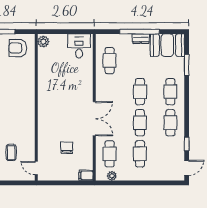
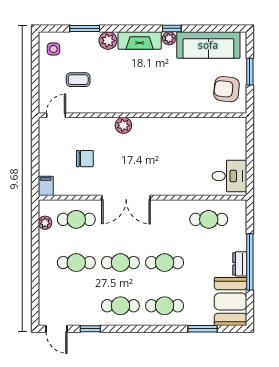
plant: (43, 42) -> (123, 125), moved
armchair: (18, 48) -> (227, 89), turned -84

